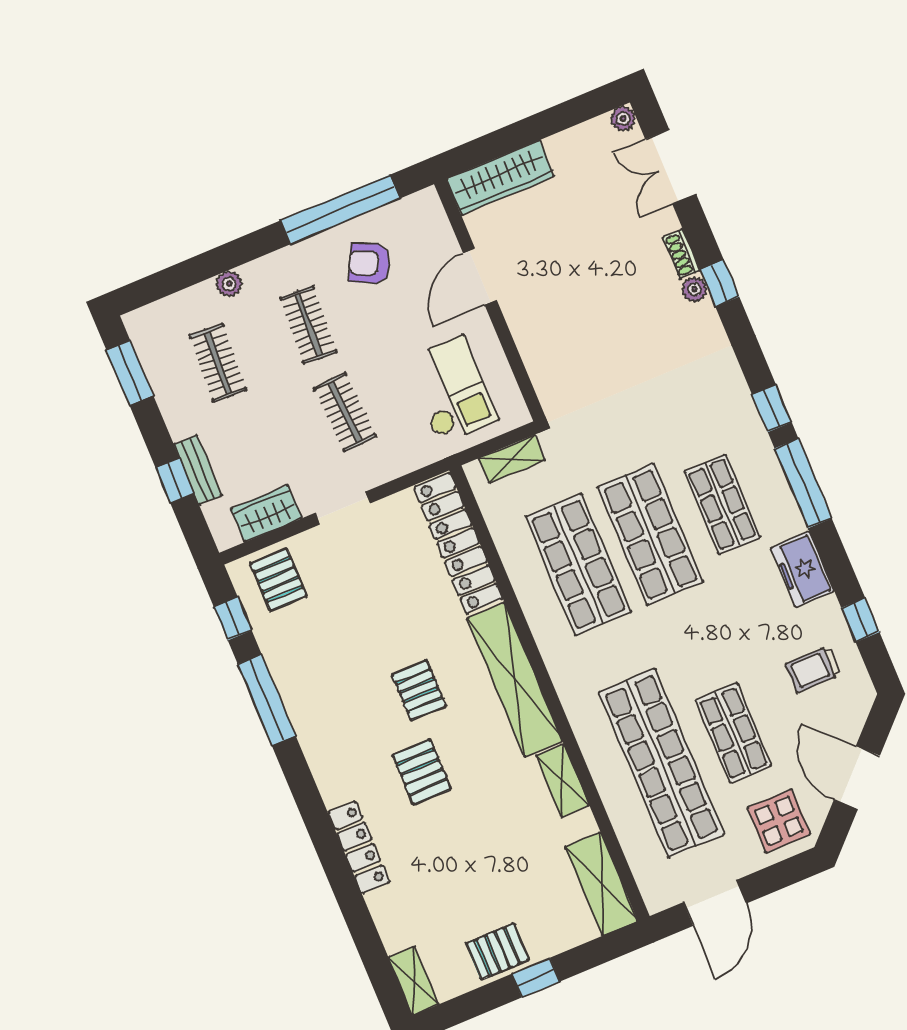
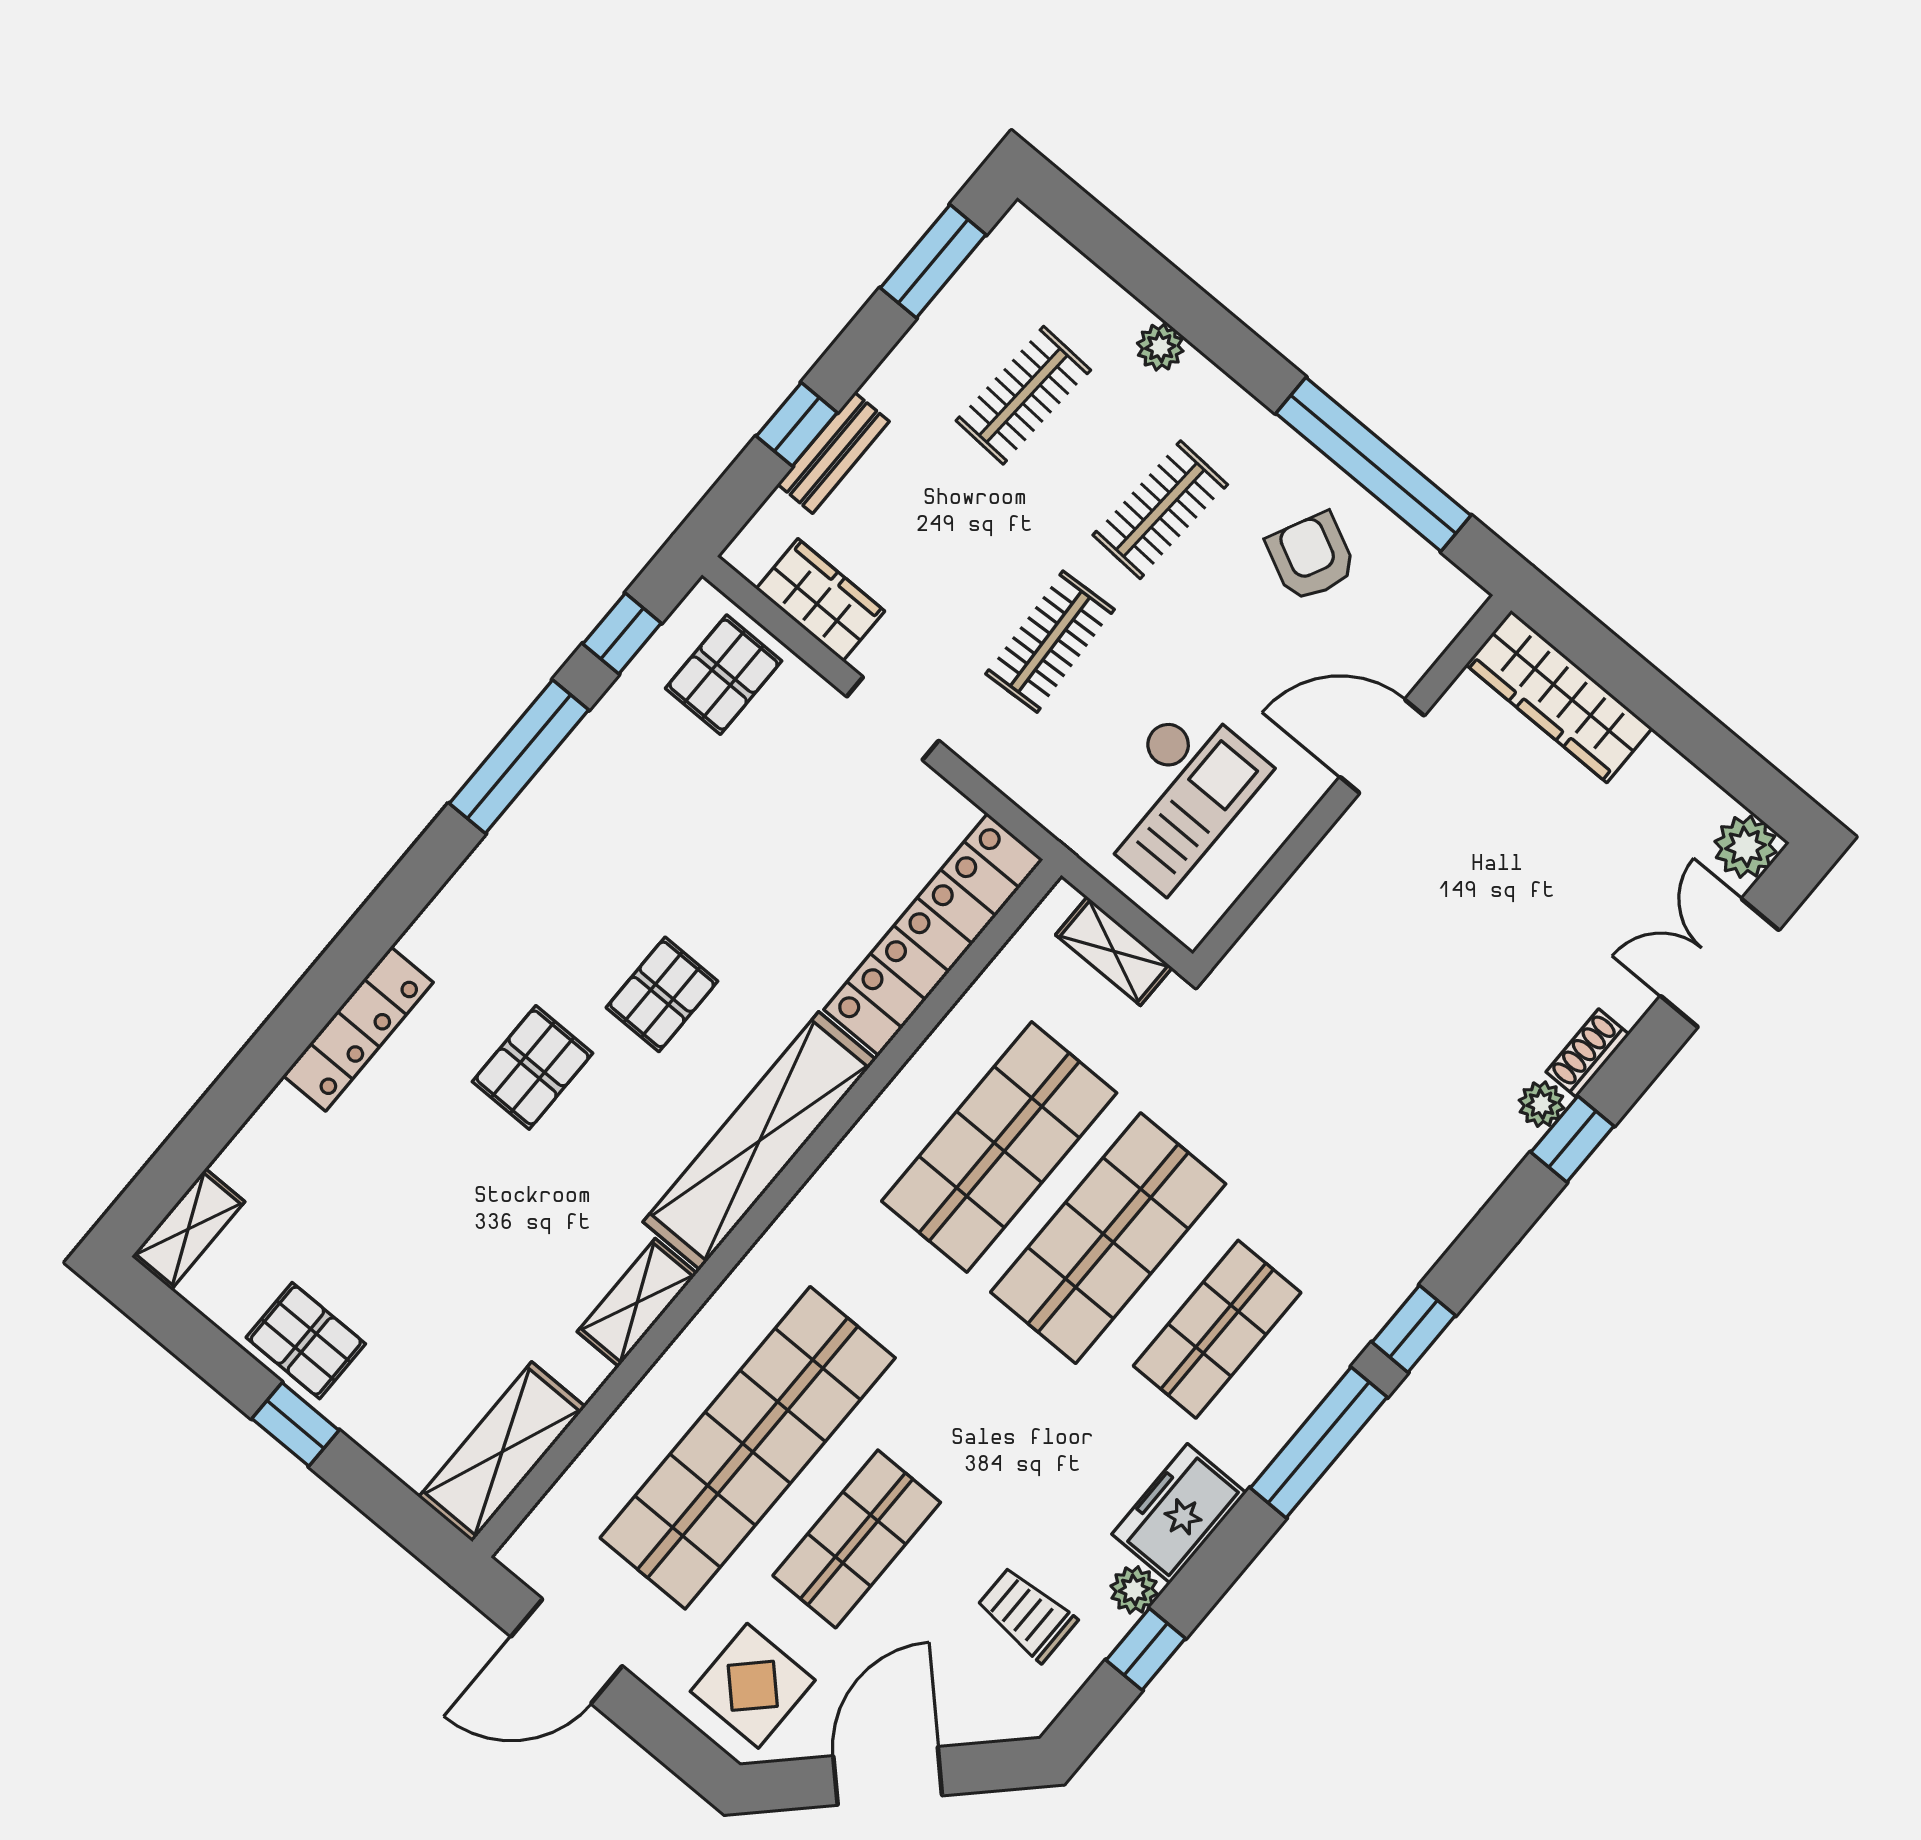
plant: (623, 119) -> (1746, 847), width x1.38, depth x1.38
plant: (828, 611) -> (1134, 1590), added

